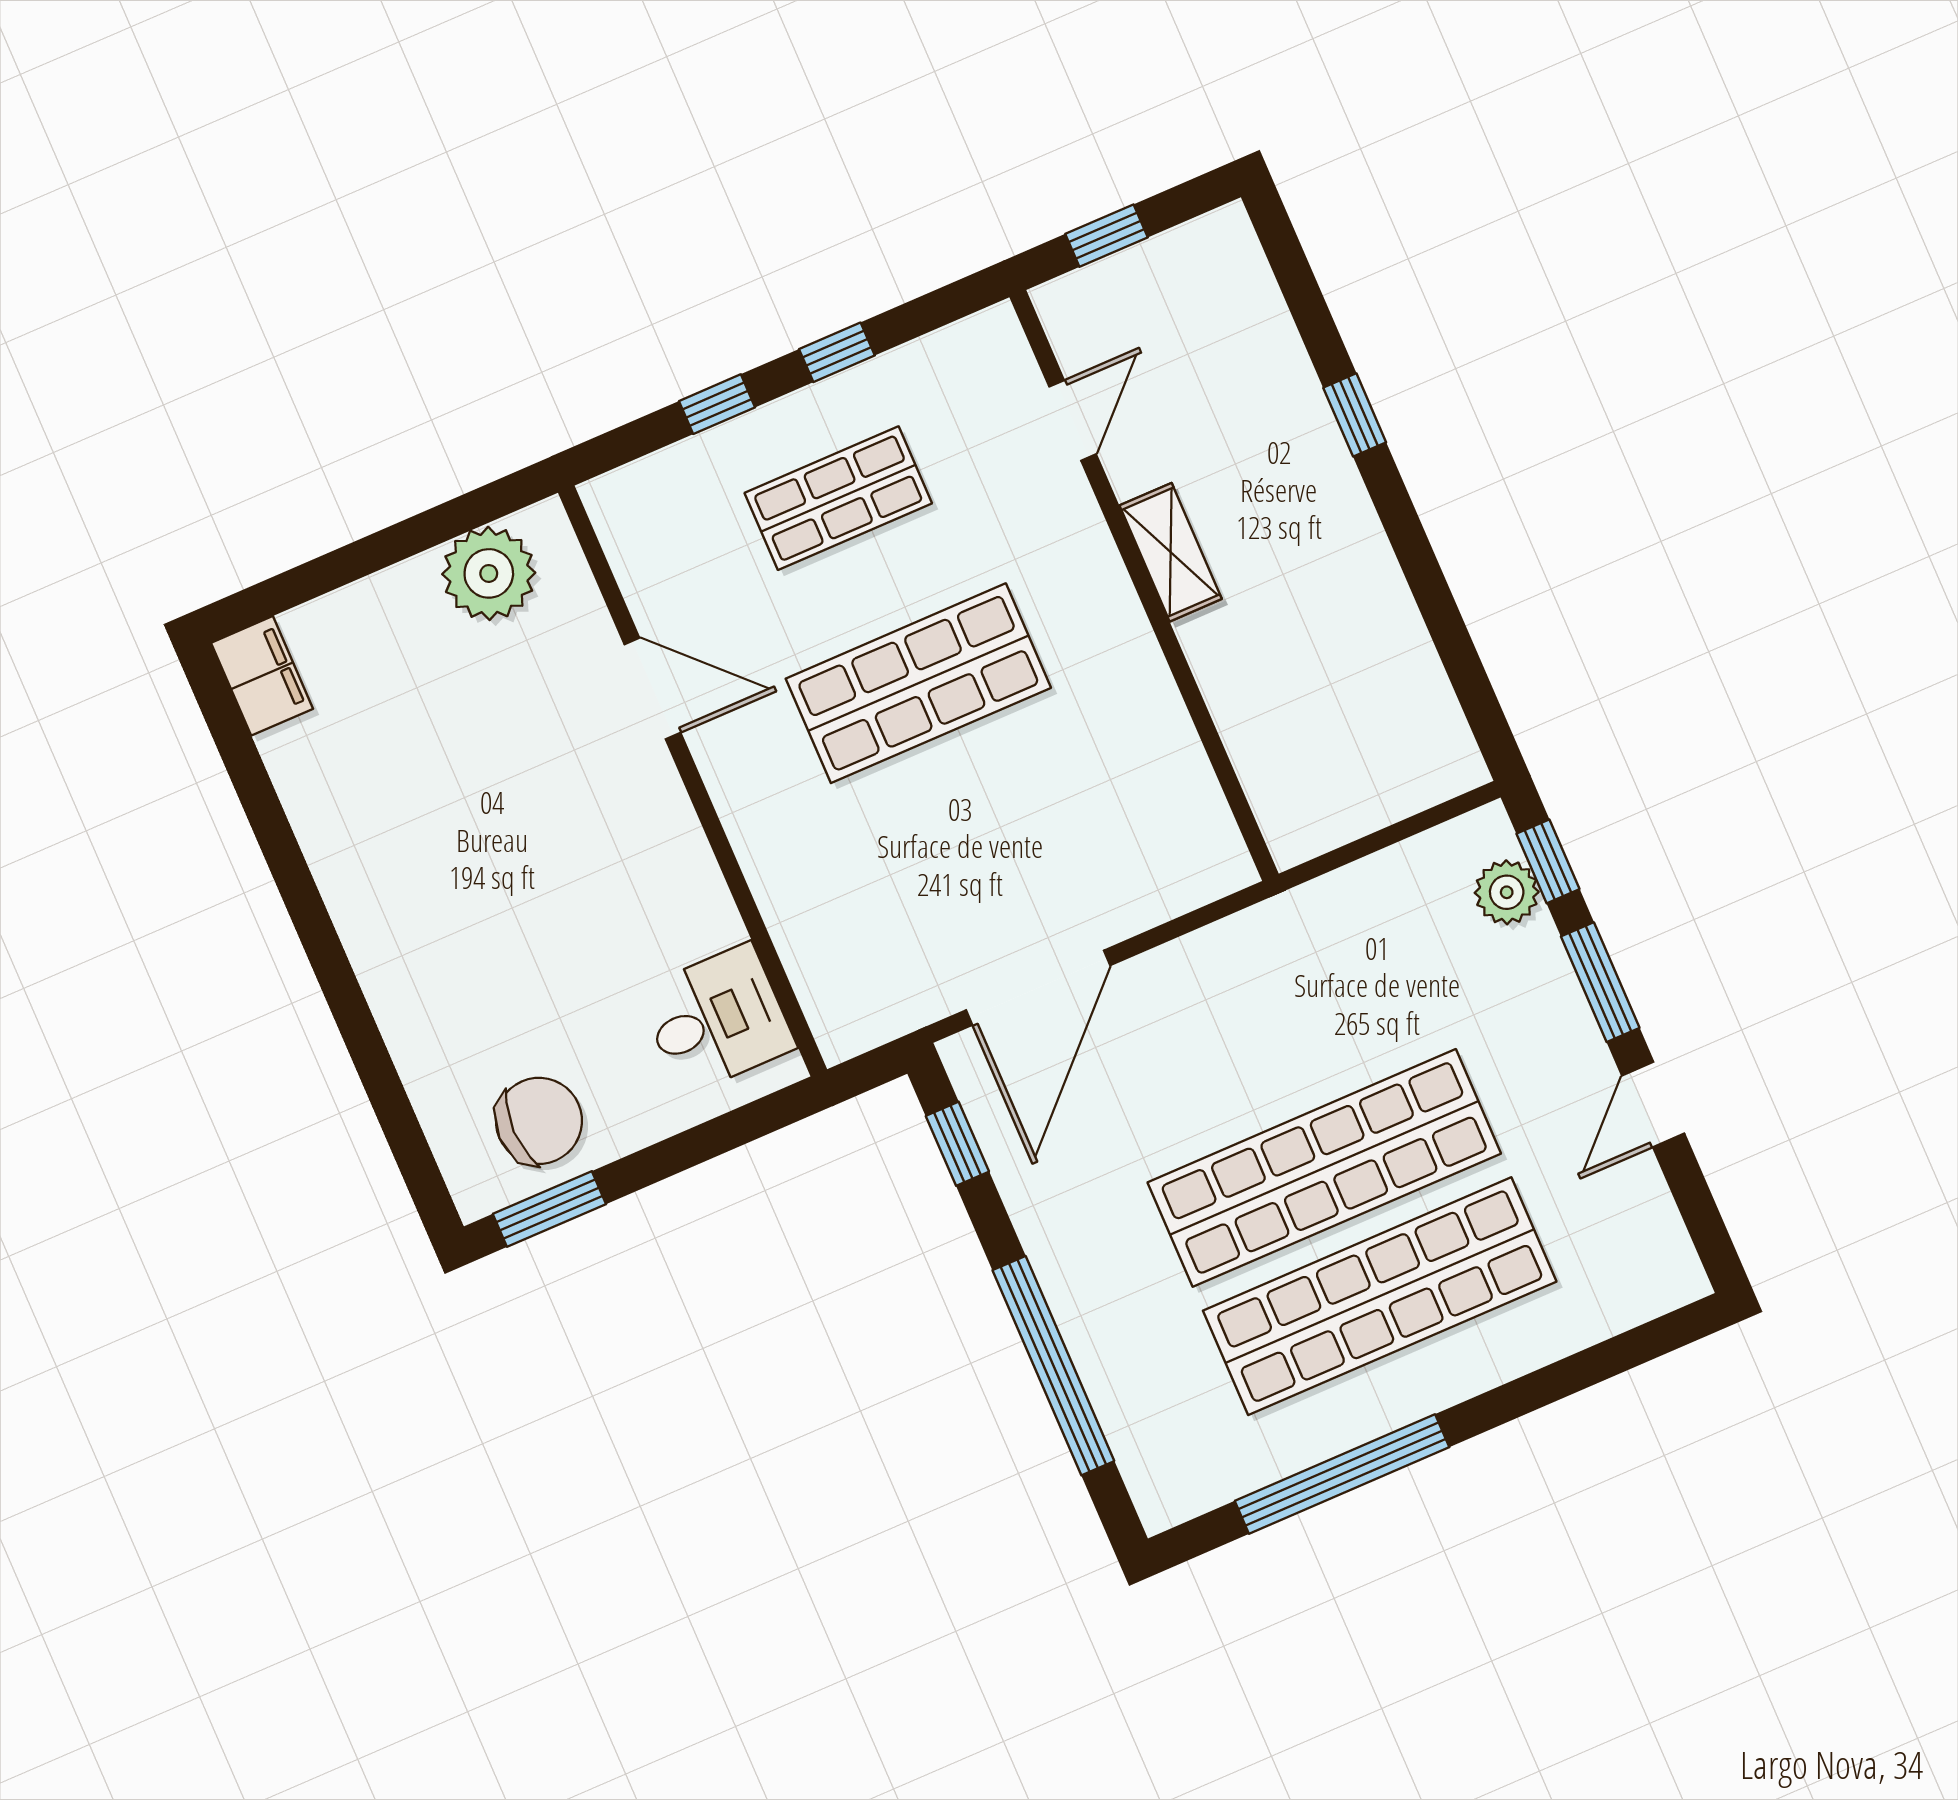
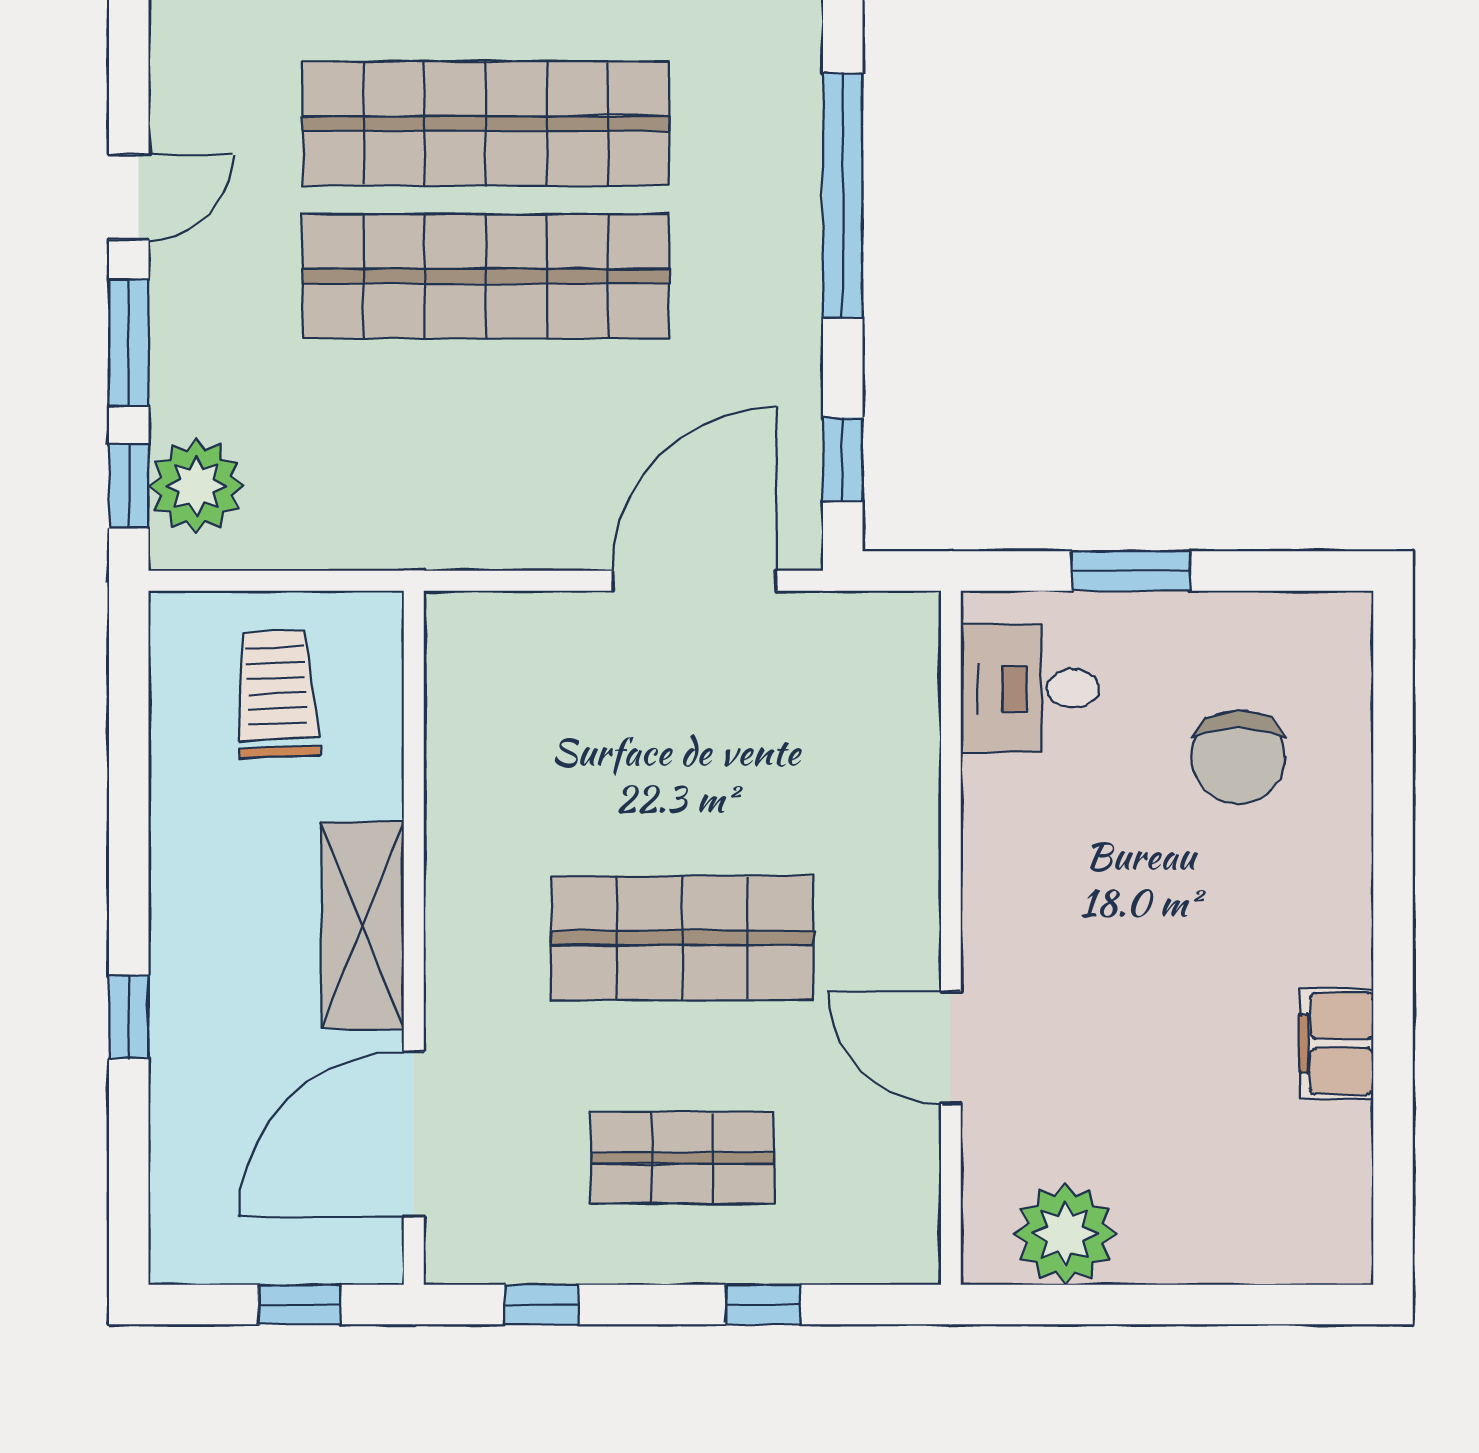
window: (837, 352) -> (541, 1305), moved
door: (1073, 420) -> (414, 1134), width x1.87
shelving: (1171, 552) -> (362, 925), width x1.50, depth x1.33
filing cabinet: (262, 676) -> (1337, 1043), moved
trolley: (1348, 740) -> (277, 694), added
plant: (1507, 892) -> (196, 486), width x1.36, depth x1.36
chair: (539, 1121) -> (1238, 757), moved, turned -90
window: (549, 1209) -> (1131, 571), moved

